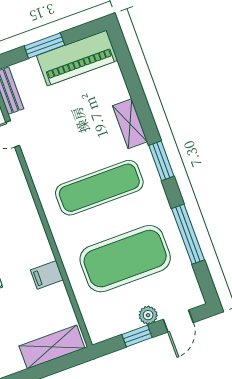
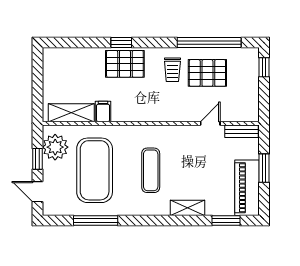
window: (161, 161) -> (226, 220), moved
exercise mat: (99, 188) -> (151, 170), width x0.73, depth x0.69
plant: (148, 315) -> (55, 147), moved, width x1.88, depth x1.88
shelving: (52, 347) -> (71, 113), moved, turned 90

